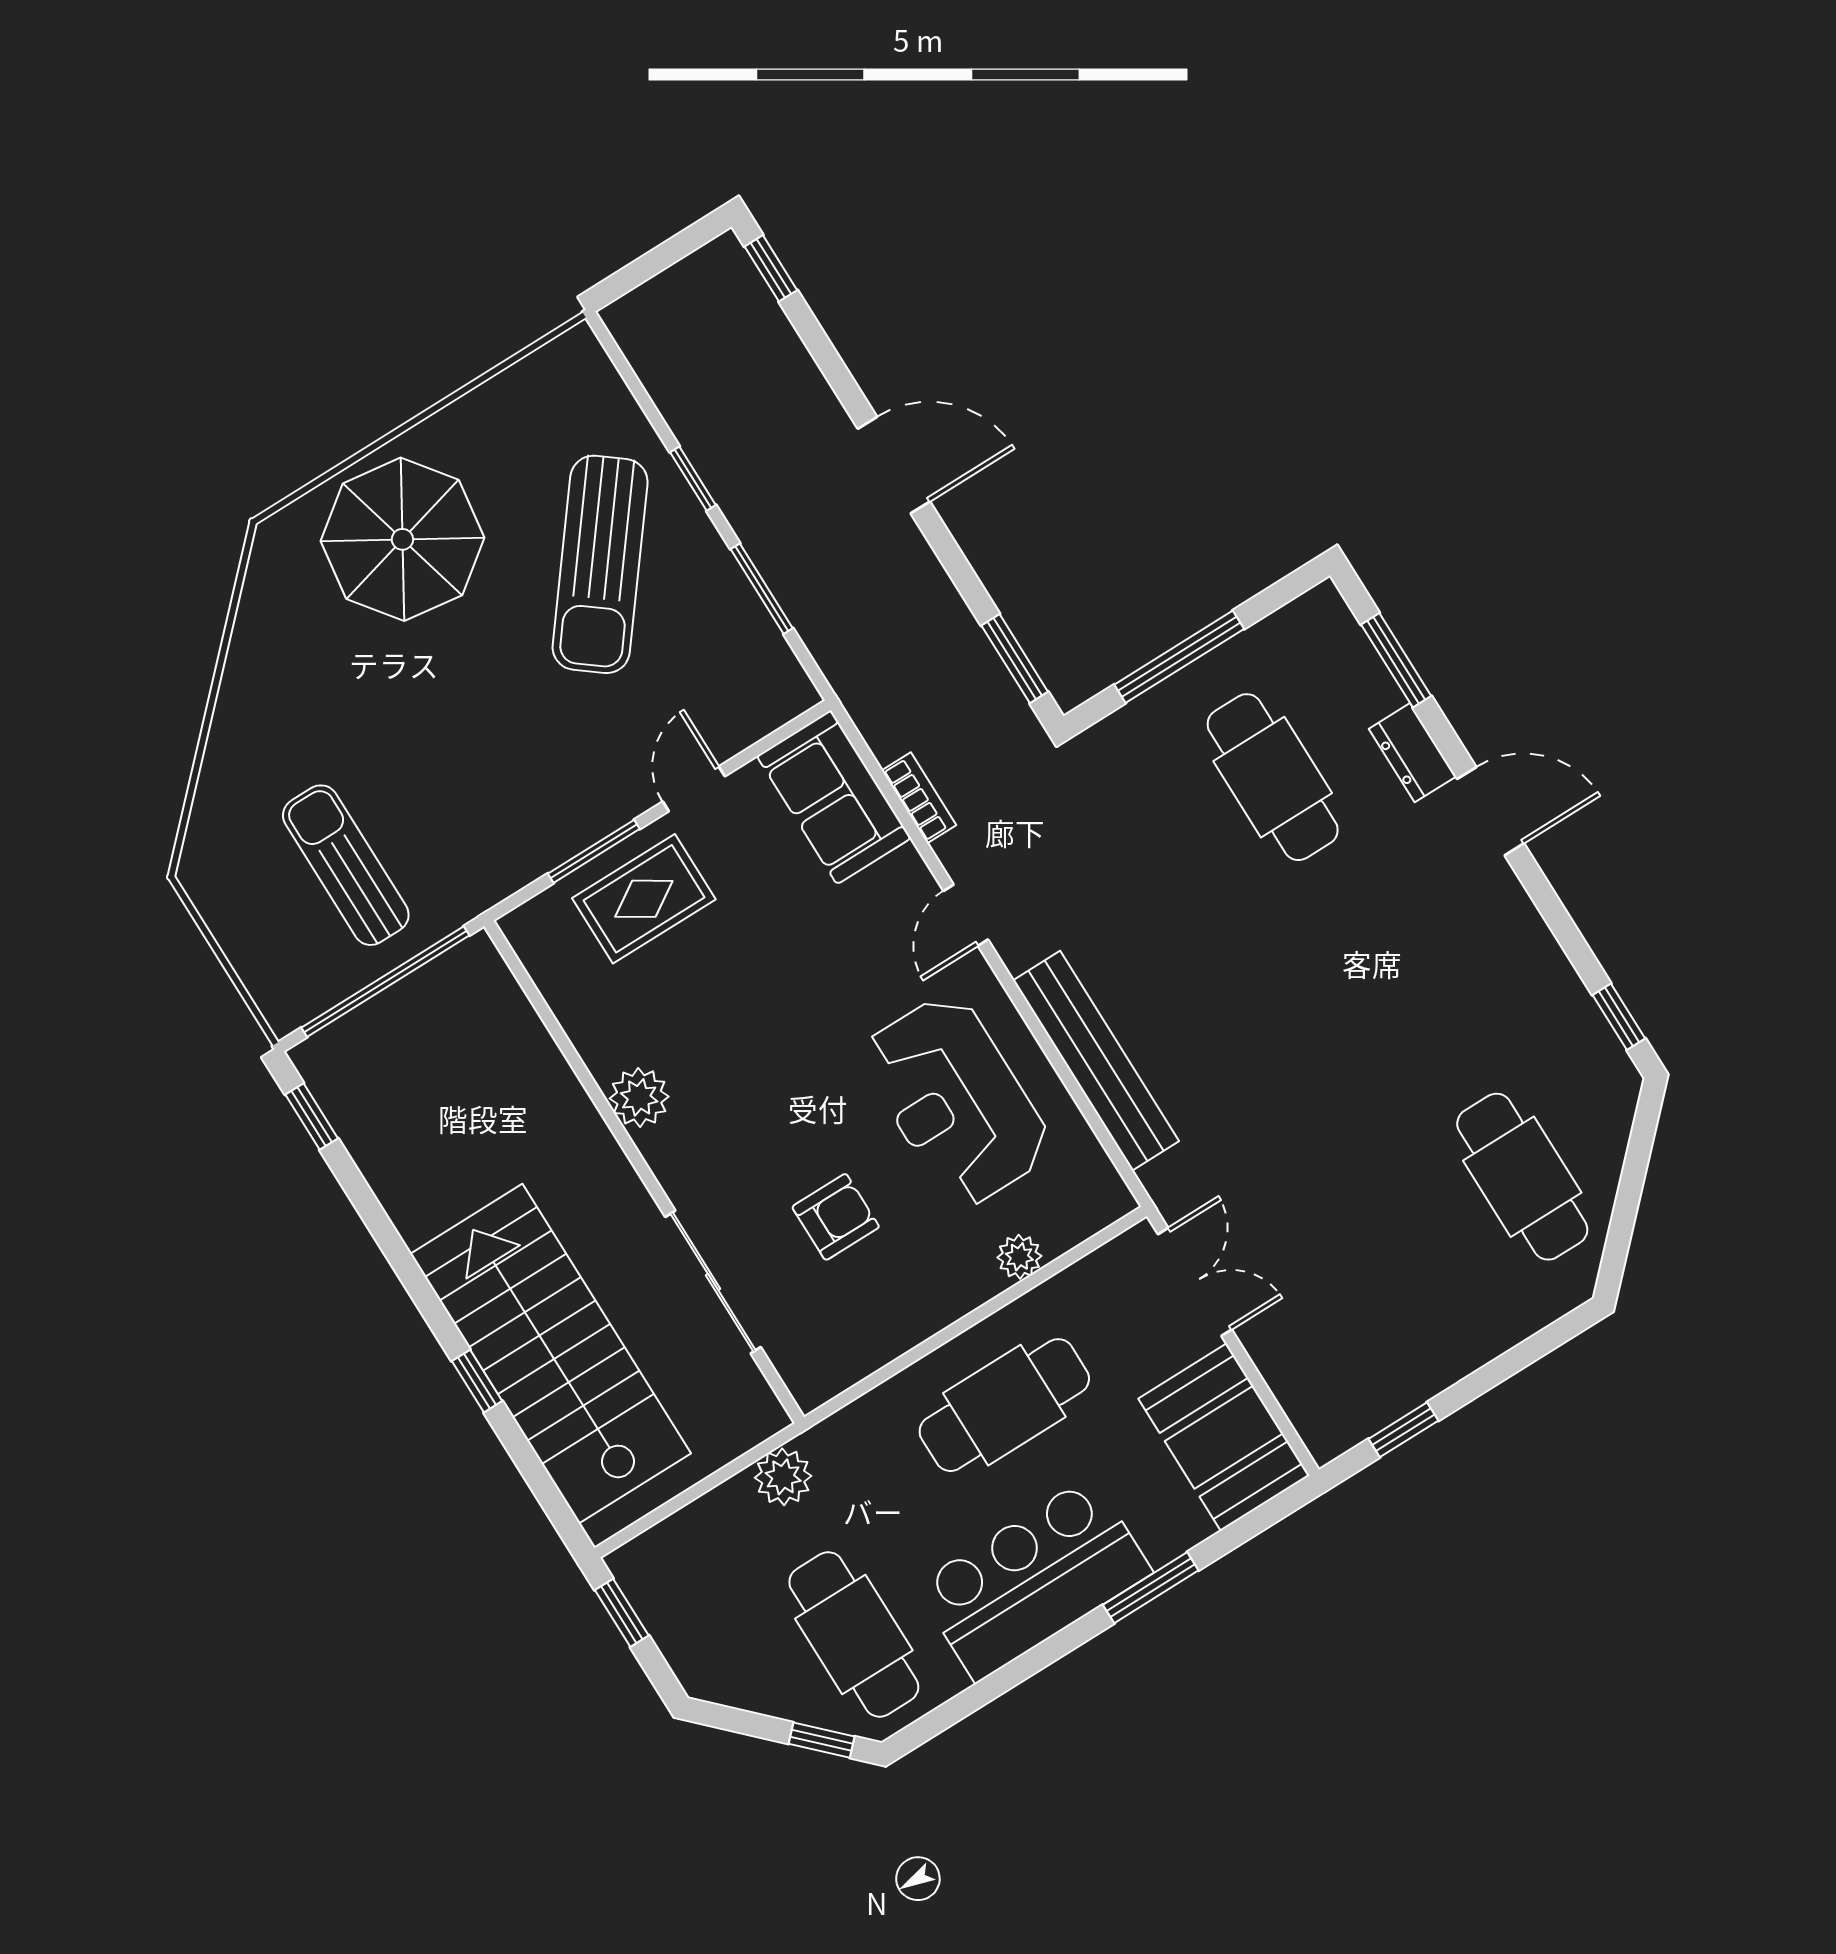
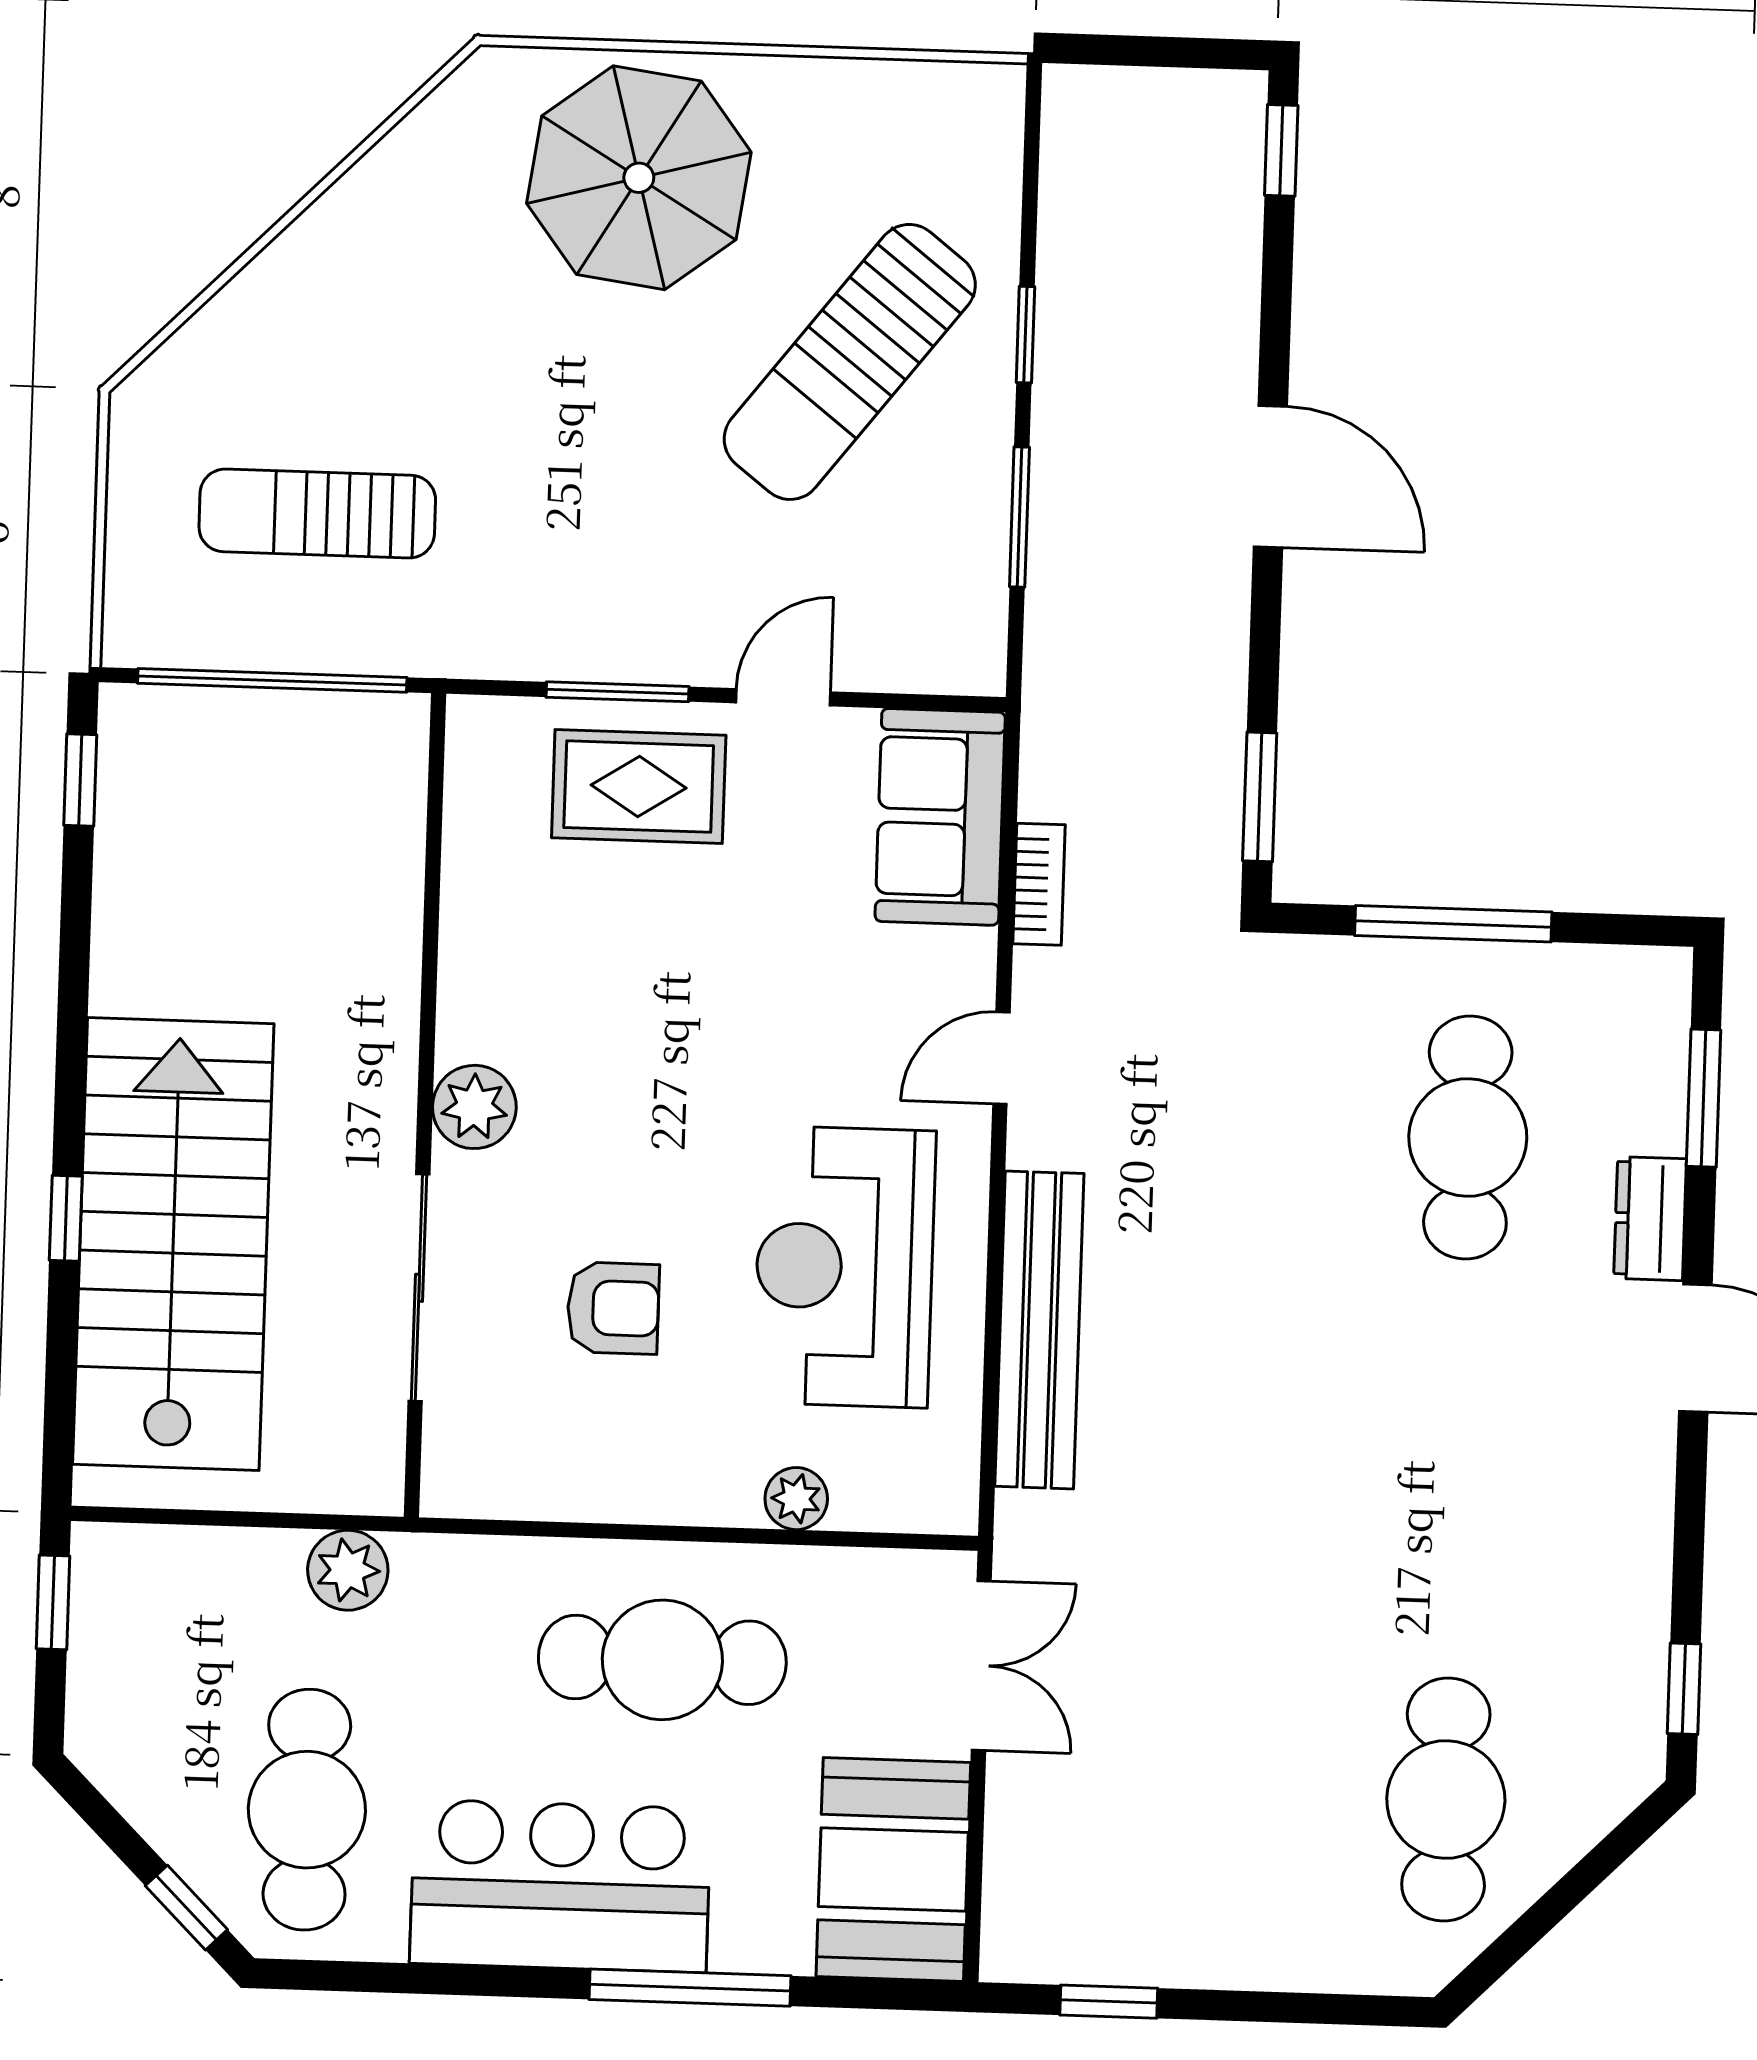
sun lounger: (346, 865) -> (317, 513), turned -90
plant: (639, 1097) -> (474, 1107), moved
window: (1151, 1588) -> (690, 1988), width x1.44

